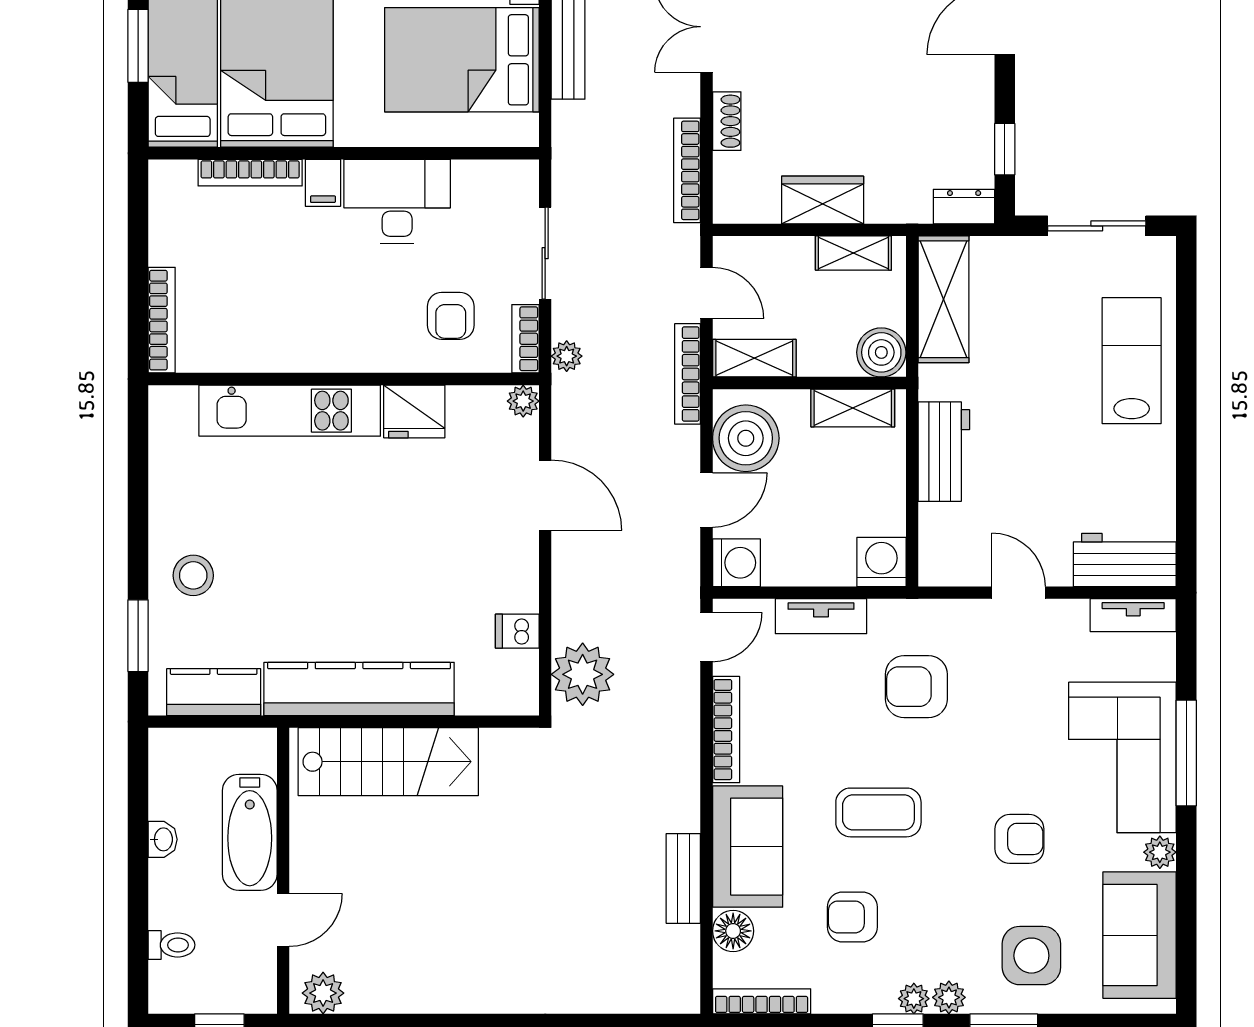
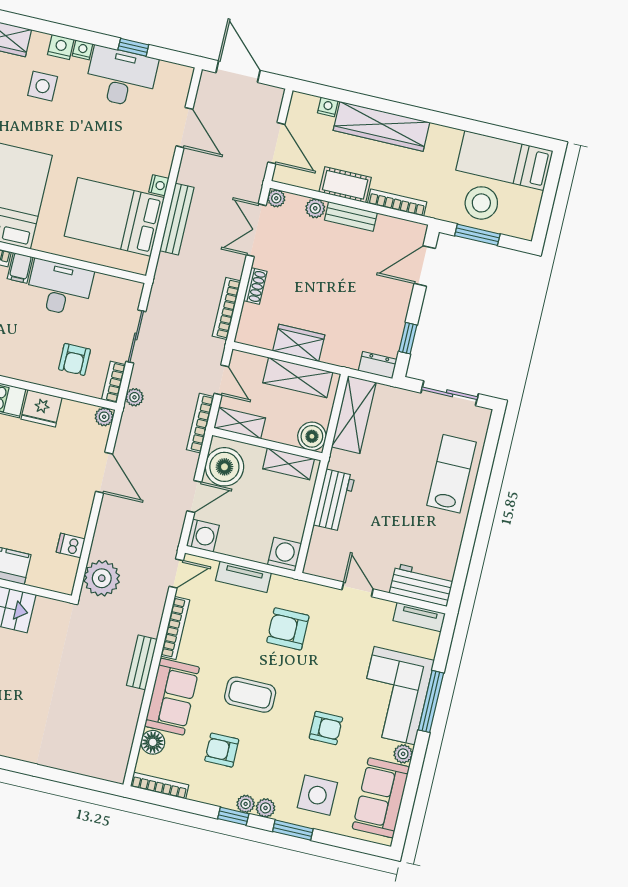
shelving: (853, 253) -> (298, 377), width x1.50, depth x1.33
bench: (683, 878) -> (142, 662), moved

